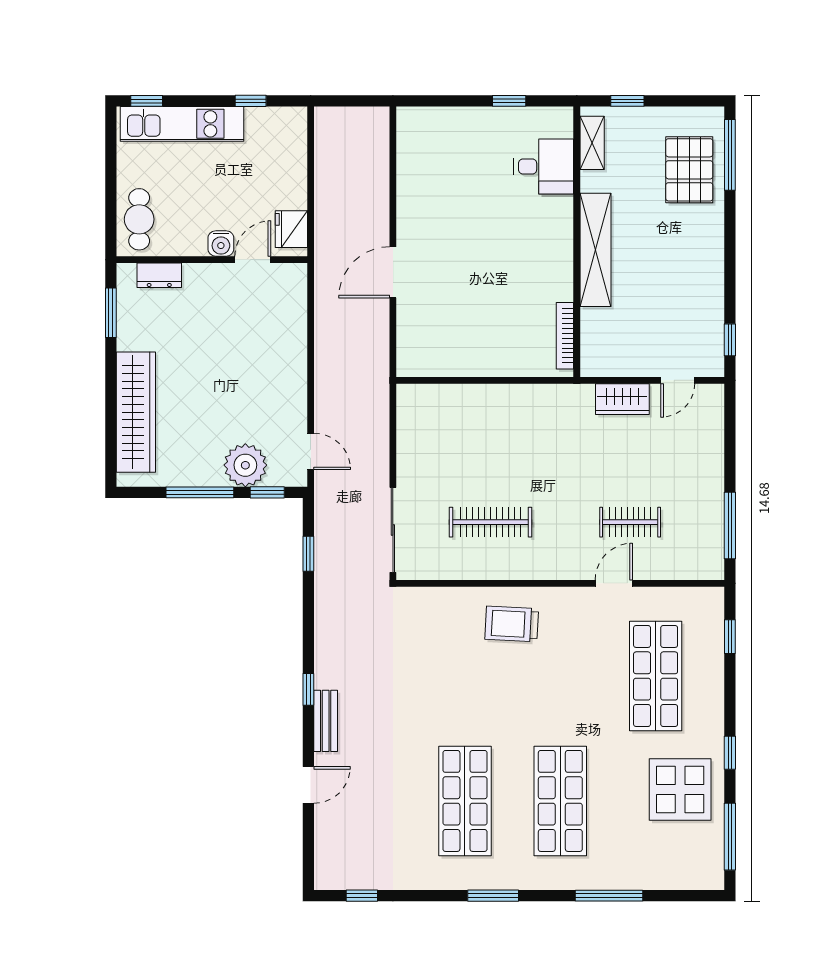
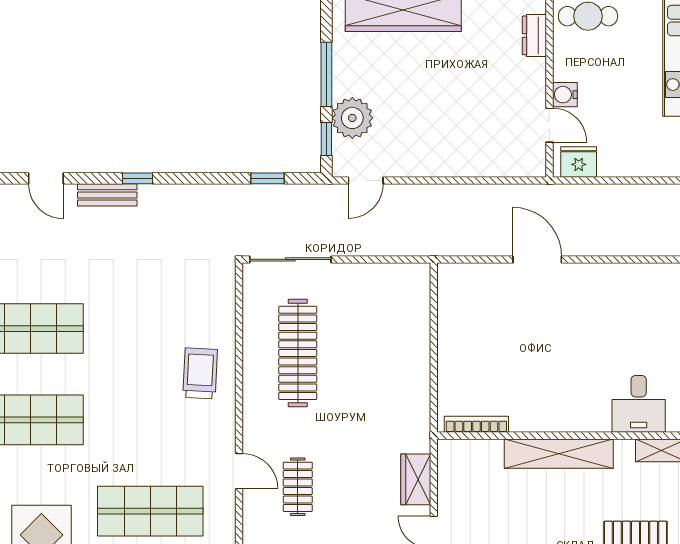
clothes rail: (490, 522) -> (298, 353), width x1.37, depth x1.31

